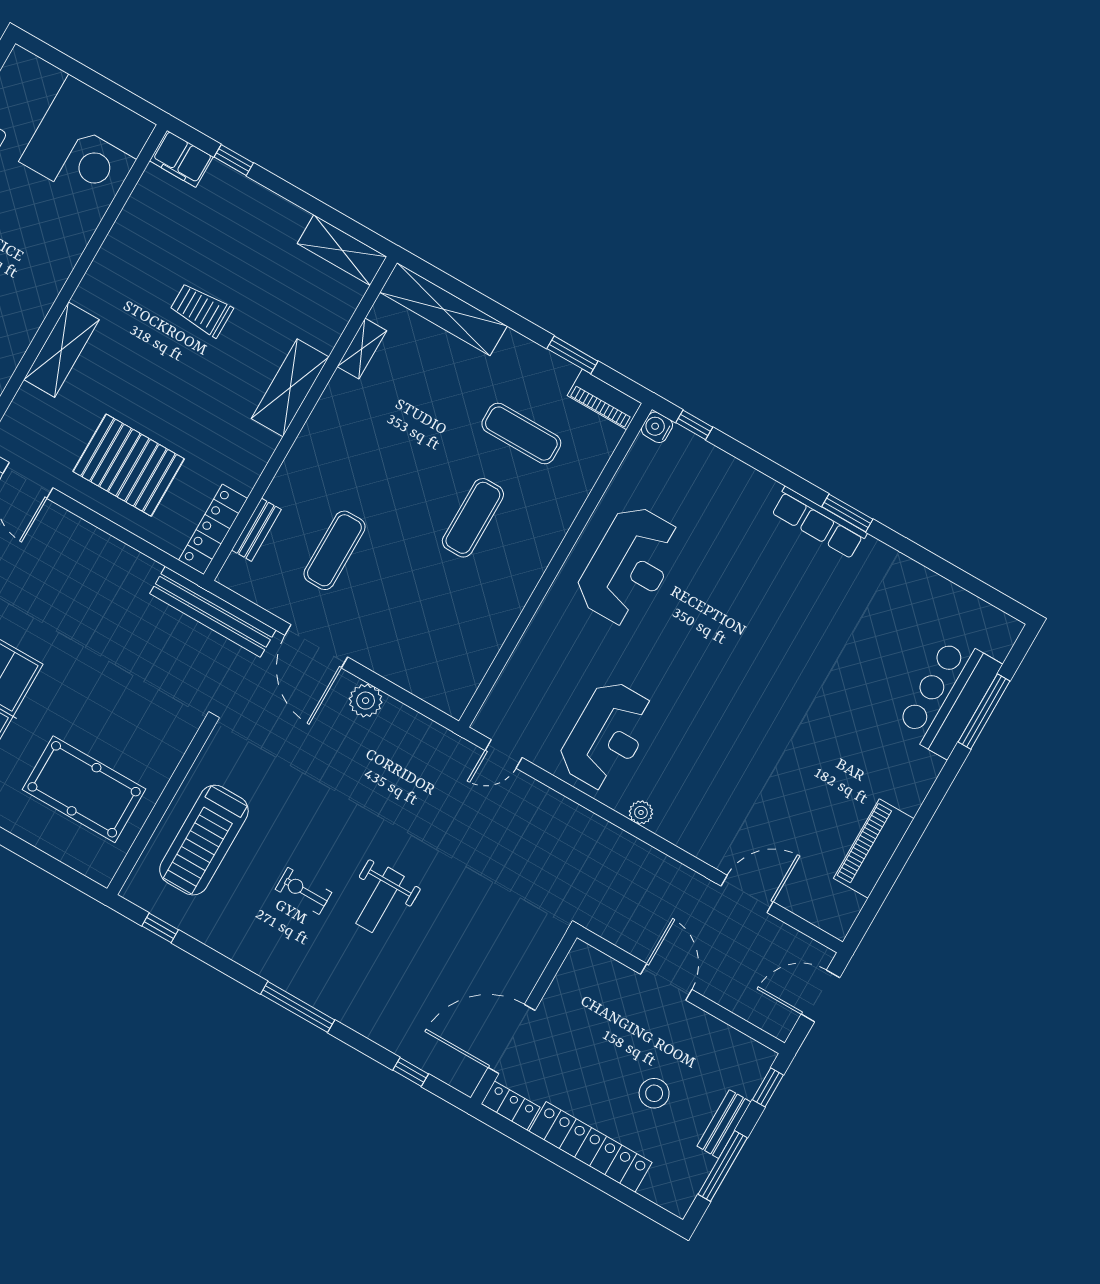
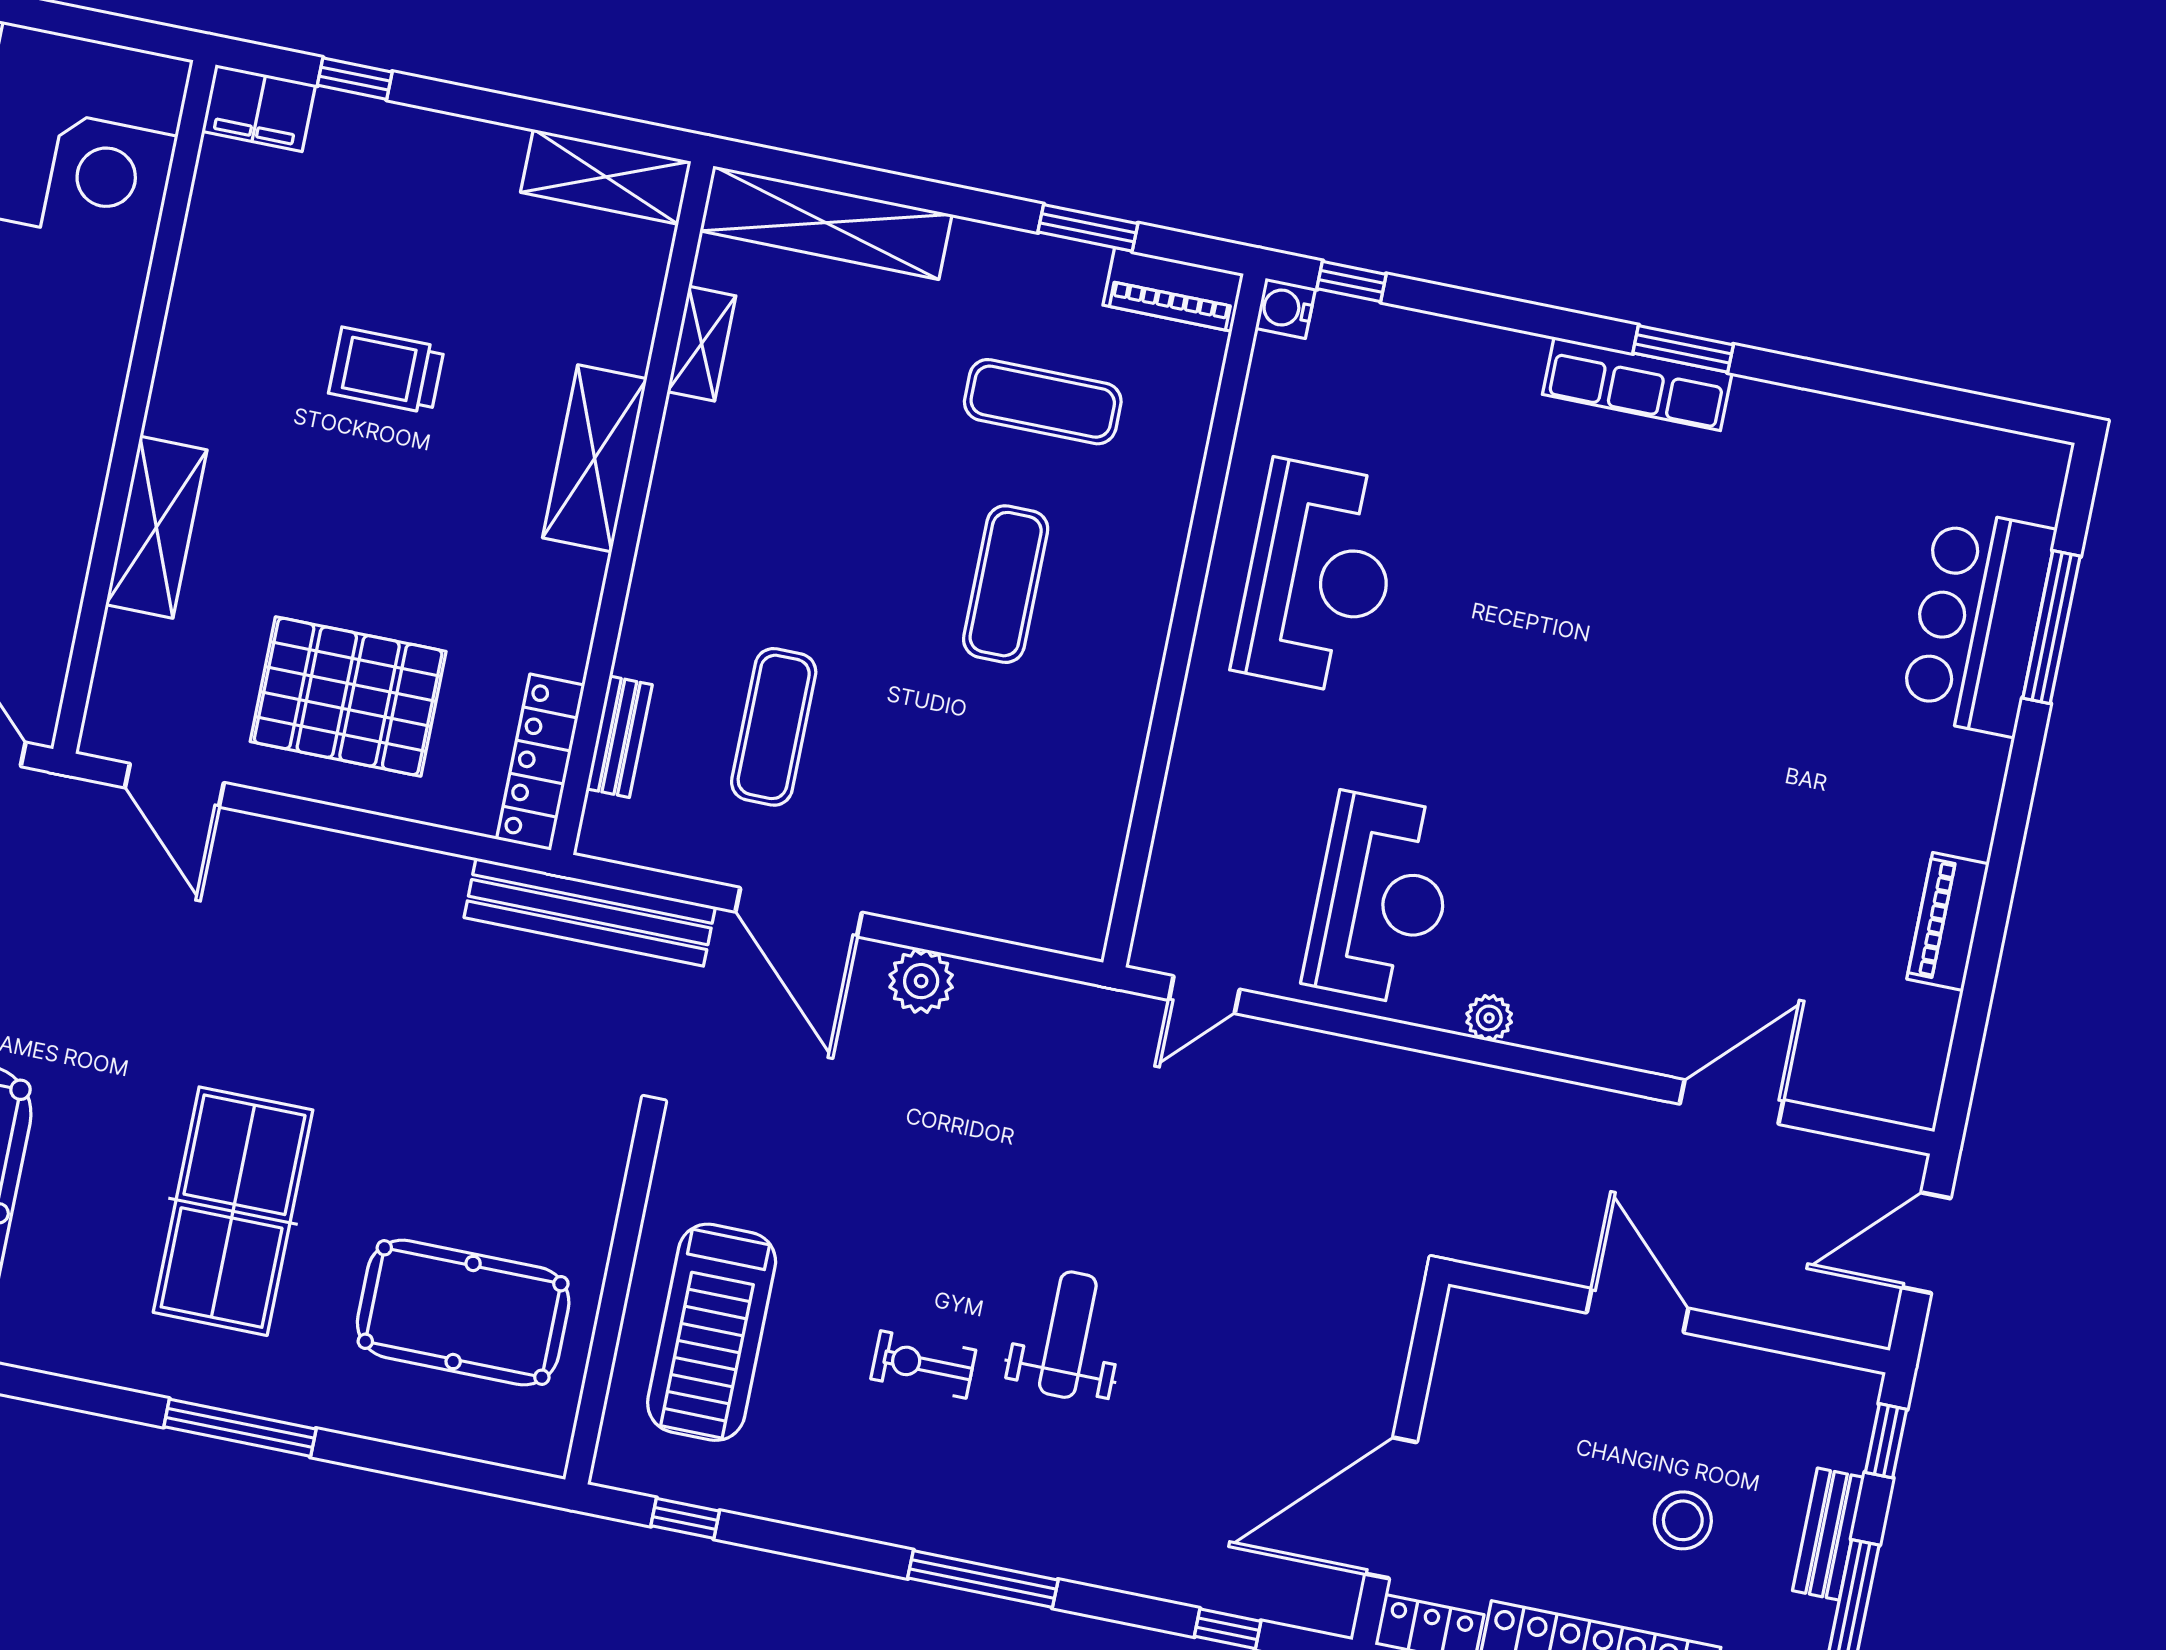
piano: (874, 848) -> (1948, 921), width x0.73, depth x0.75
weight bench: (380, 900) -> (1068, 1335), turned 180

